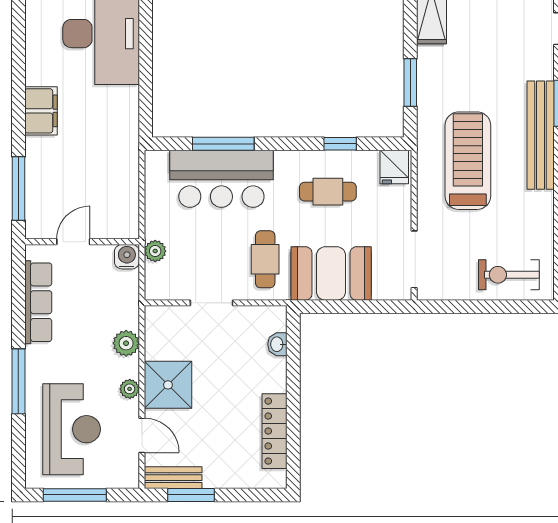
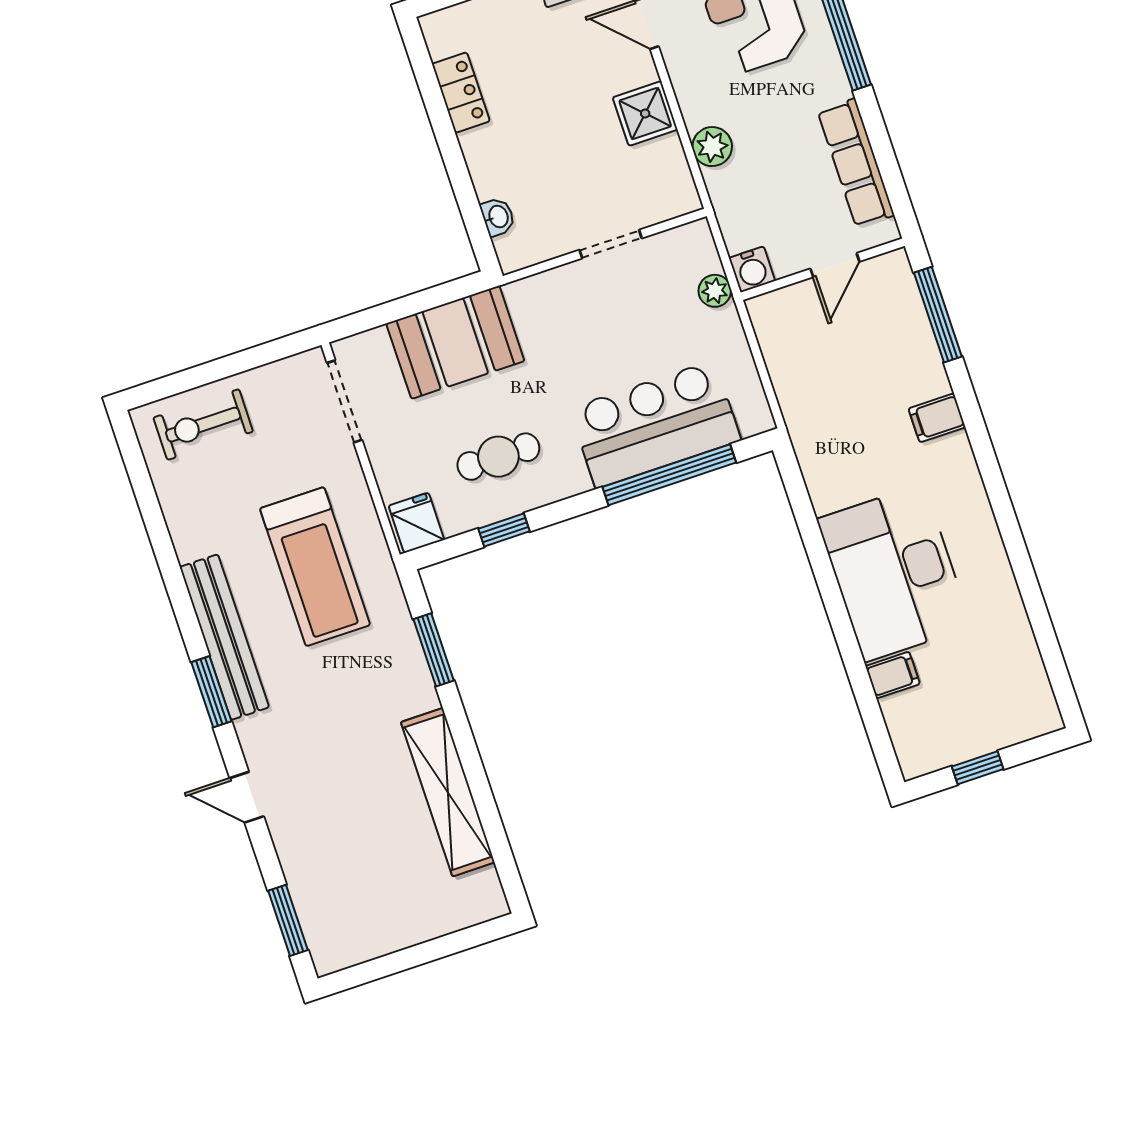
filing cabinet: (41, 111) -> (937, 418), width x0.50
window: (223, 144) -> (669, 475), width x1.46
cafe table: (265, 259) -> (555, 331), removed
exercise bike: (509, 275) -> (203, 425), turned 180
shower: (168, 385) -> (645, 113), width x0.73, depth x0.73
plant: (130, 389) -> (686, 84), removed
locker: (274, 431) -> (461, 93), width x0.66

